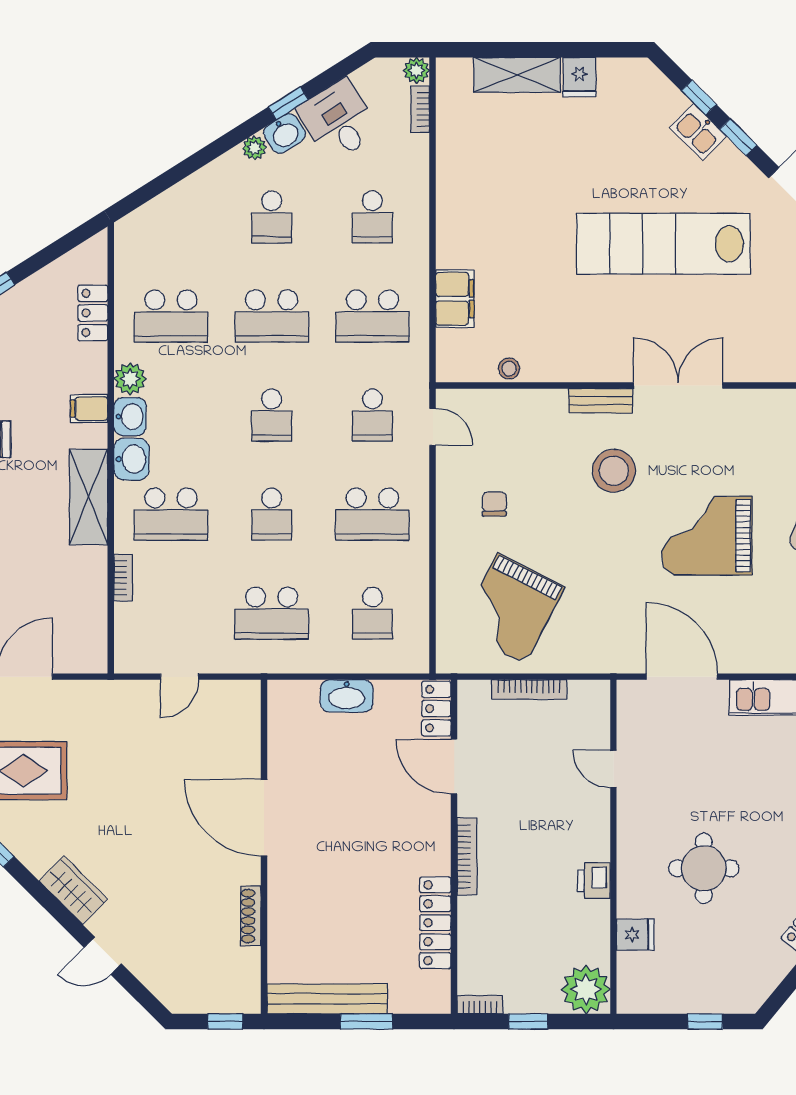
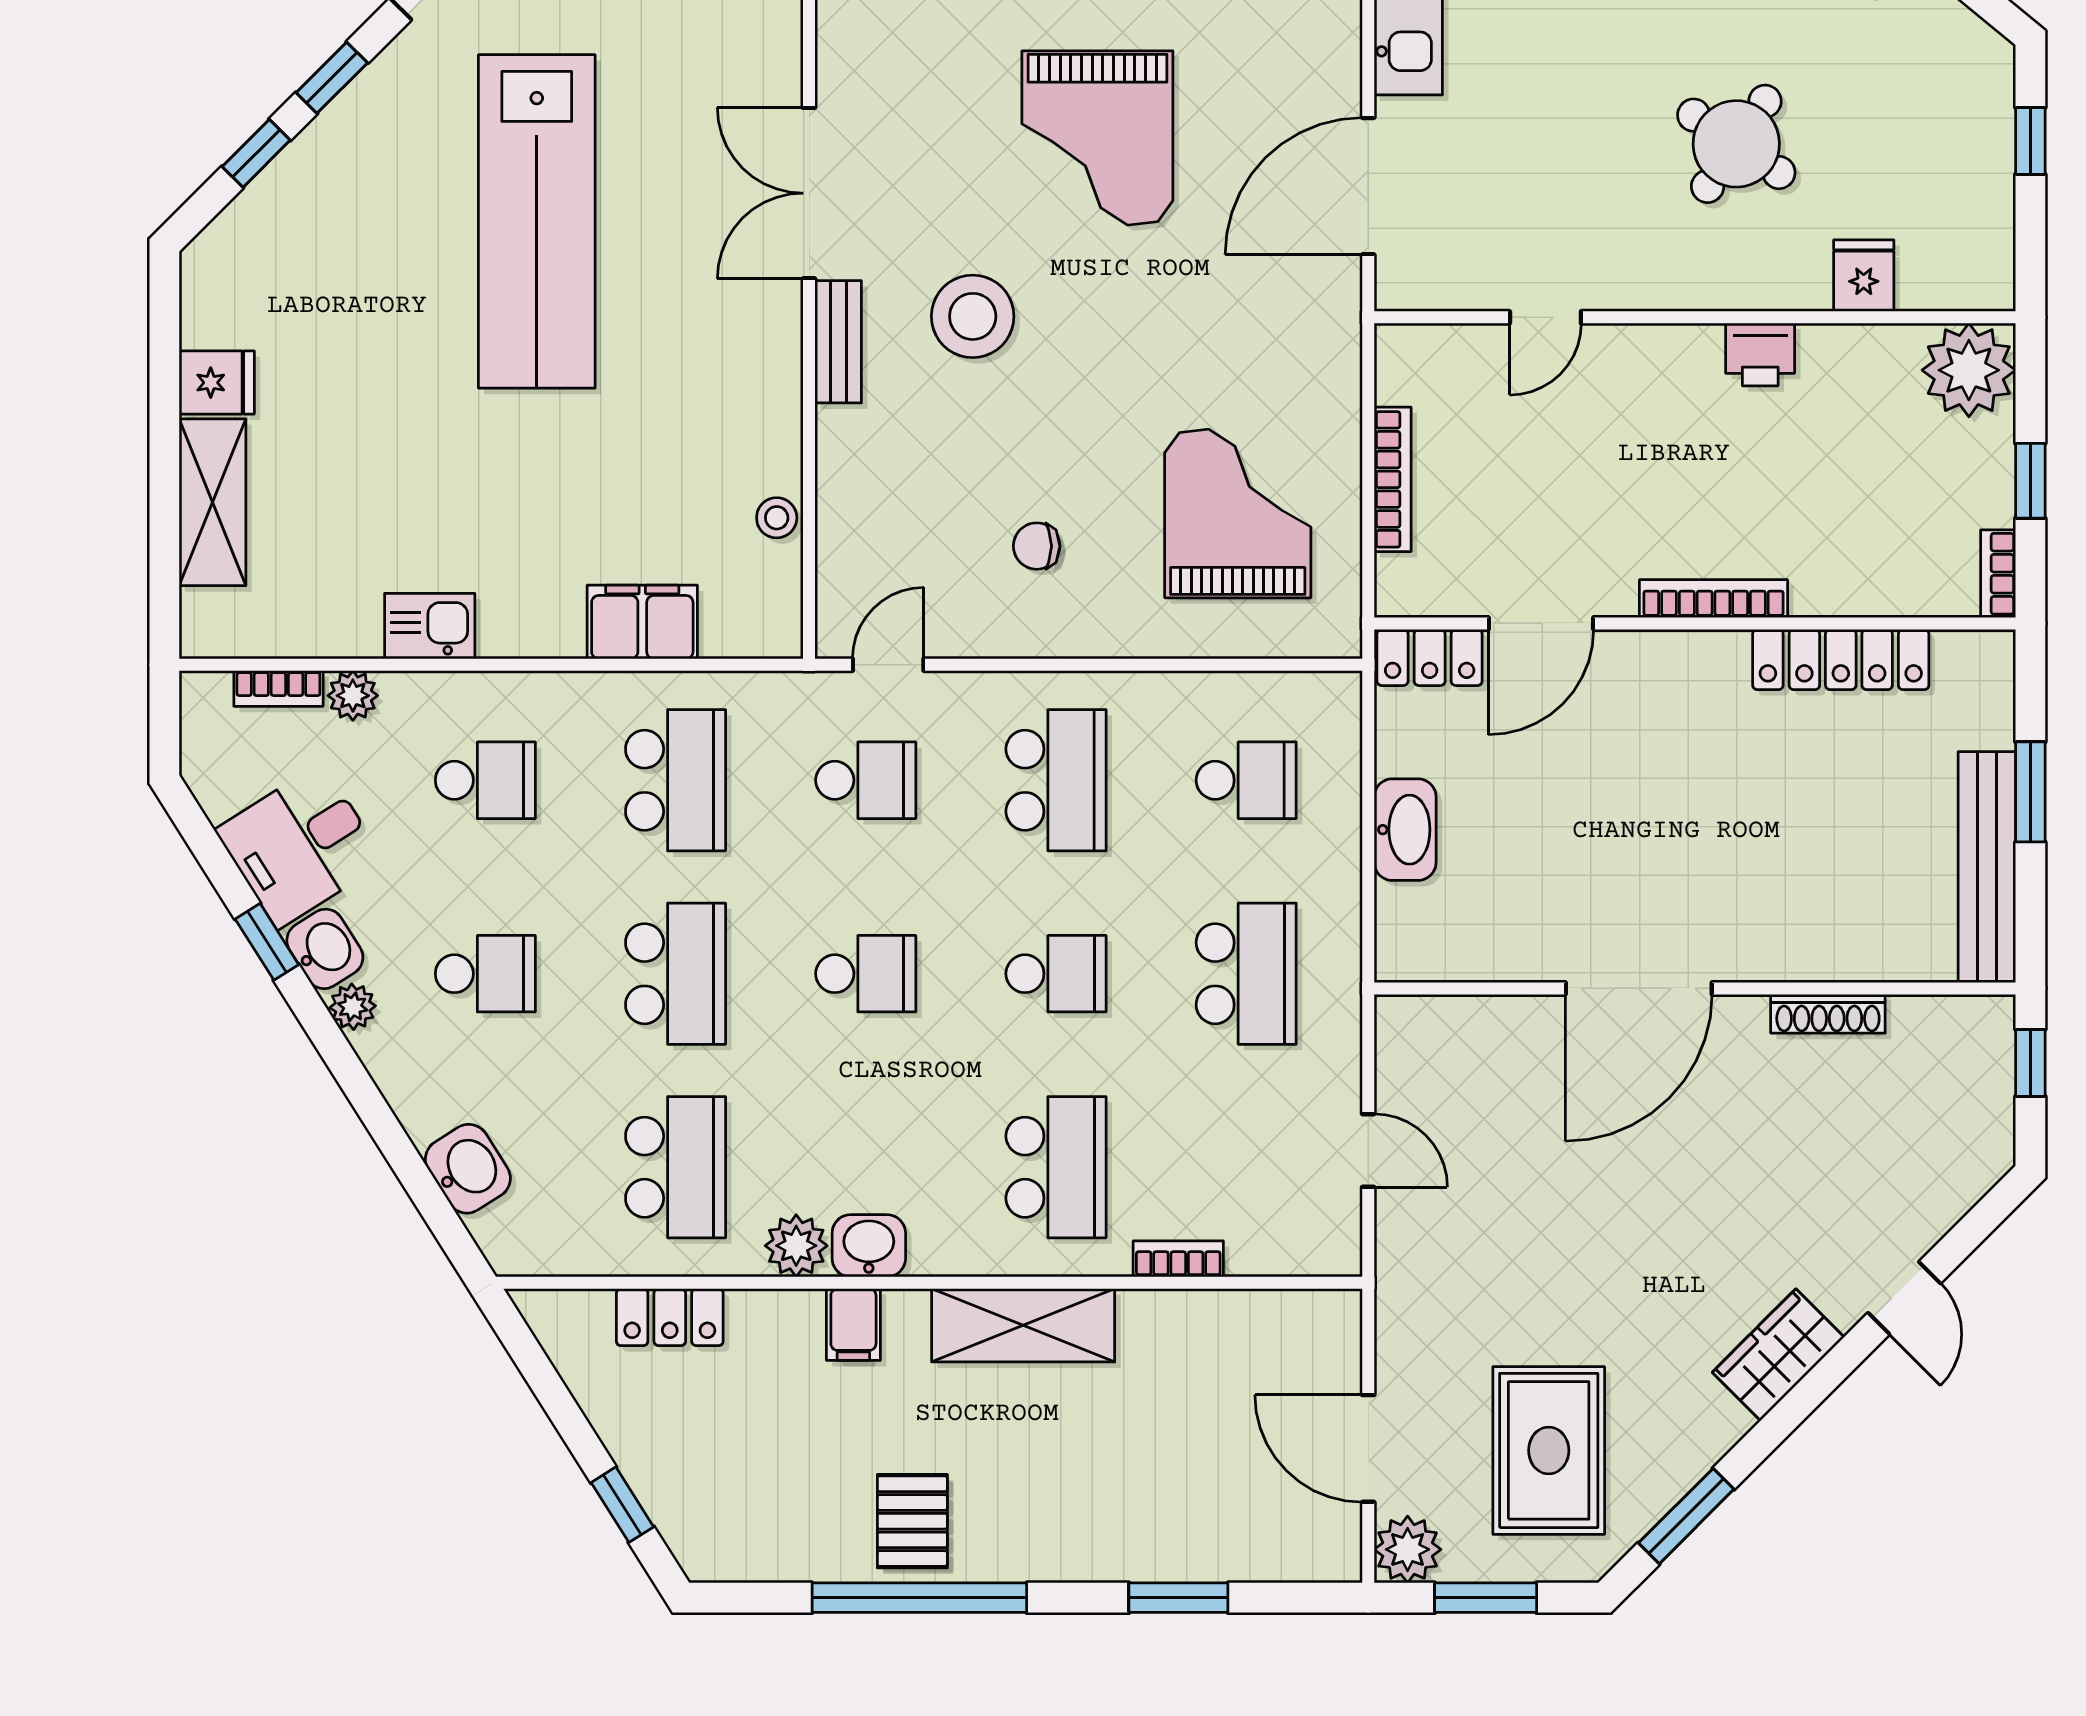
plant: (416, 70) -> (353, 696), moved
kitchen sink: (698, 132) -> (430, 626), moved, turned -135
washbasin: (131, 459) -> (468, 1169), moved, turned 58
grand piano: (511, 609) -> (1238, 513), turned -117
round table: (704, 868) -> (1736, 144), turned 34

